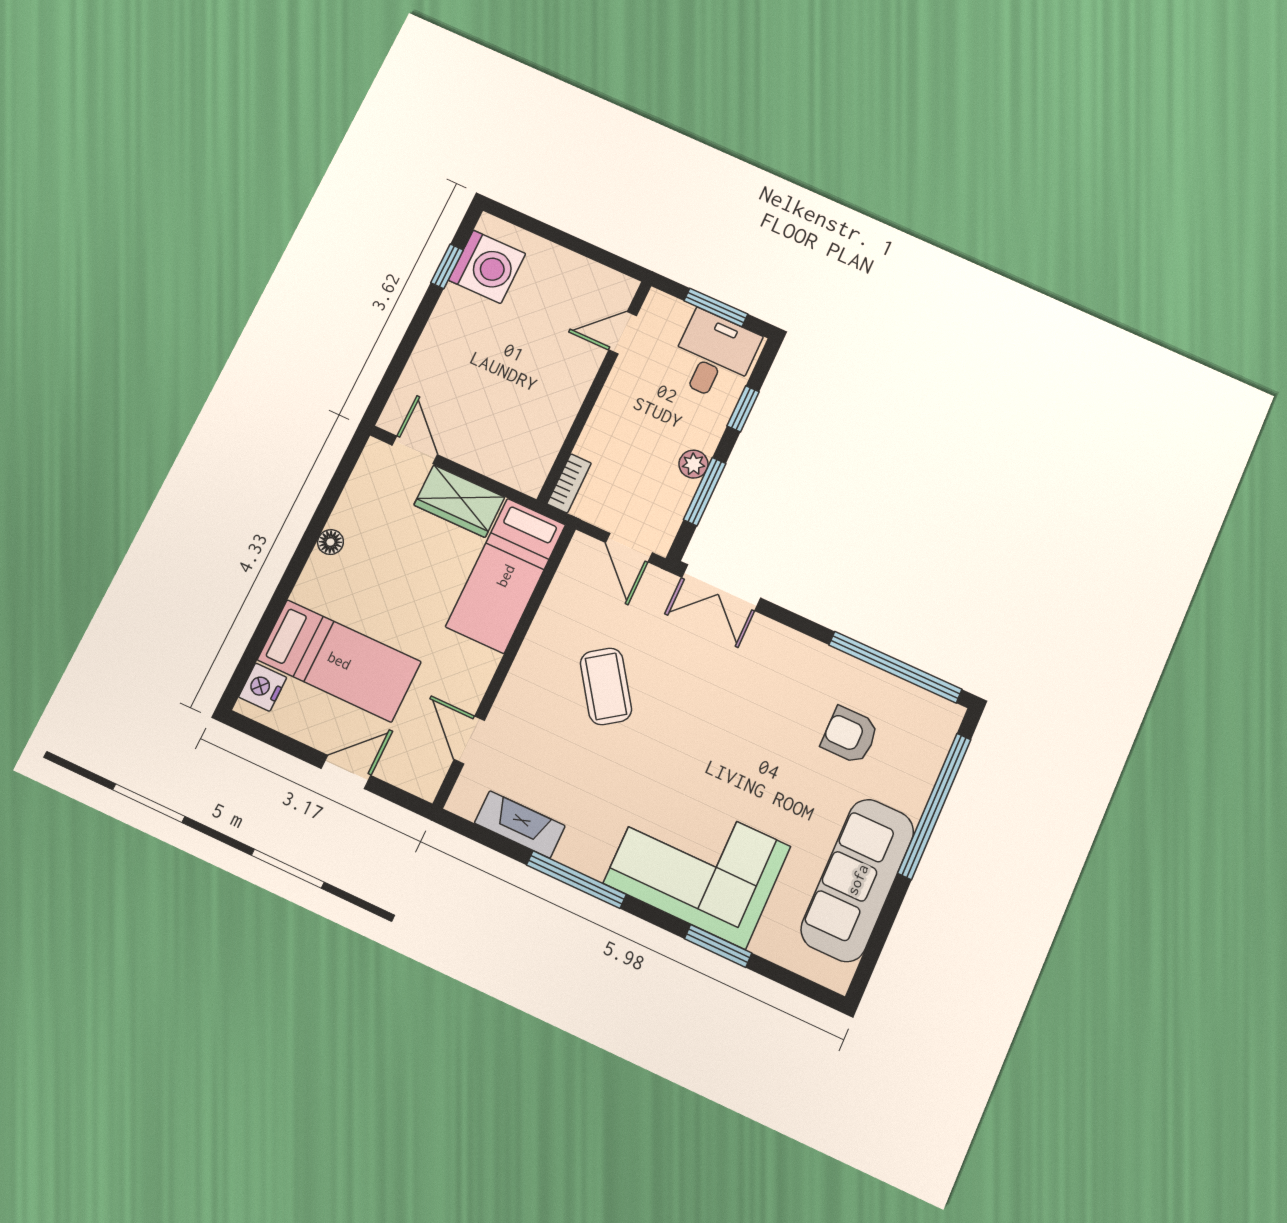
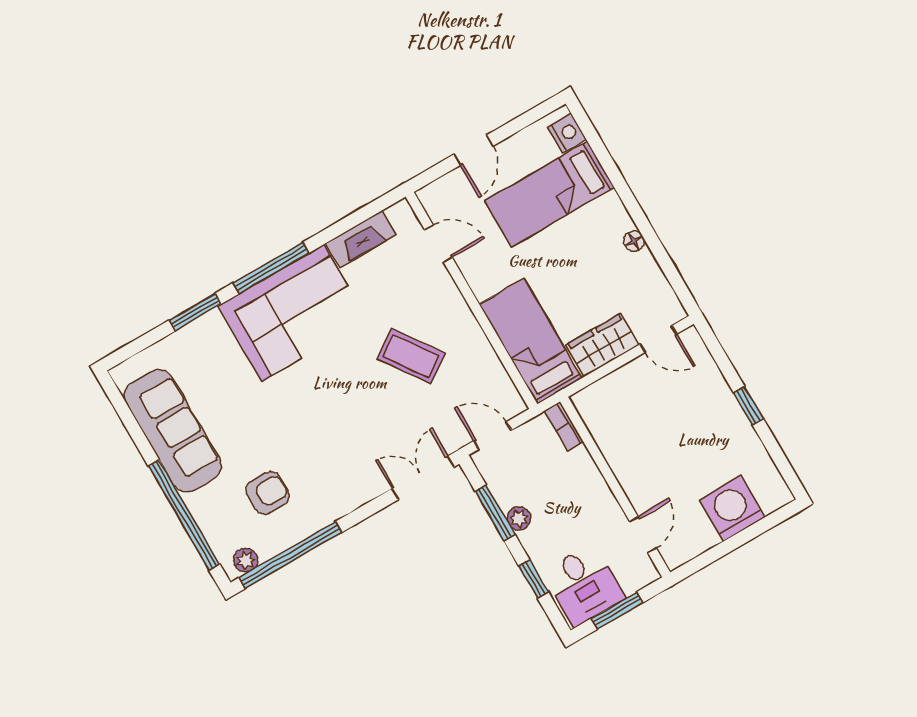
window: (447, 266) -> (749, 406), moved
washing machine: (487, 267) -> (732, 509), moved, turned 90
plant: (934, 709) -> (246, 560), added
corner sofa: (697, 865) -> (292, 313), moved
window: (576, 880) -> (271, 268), moved

